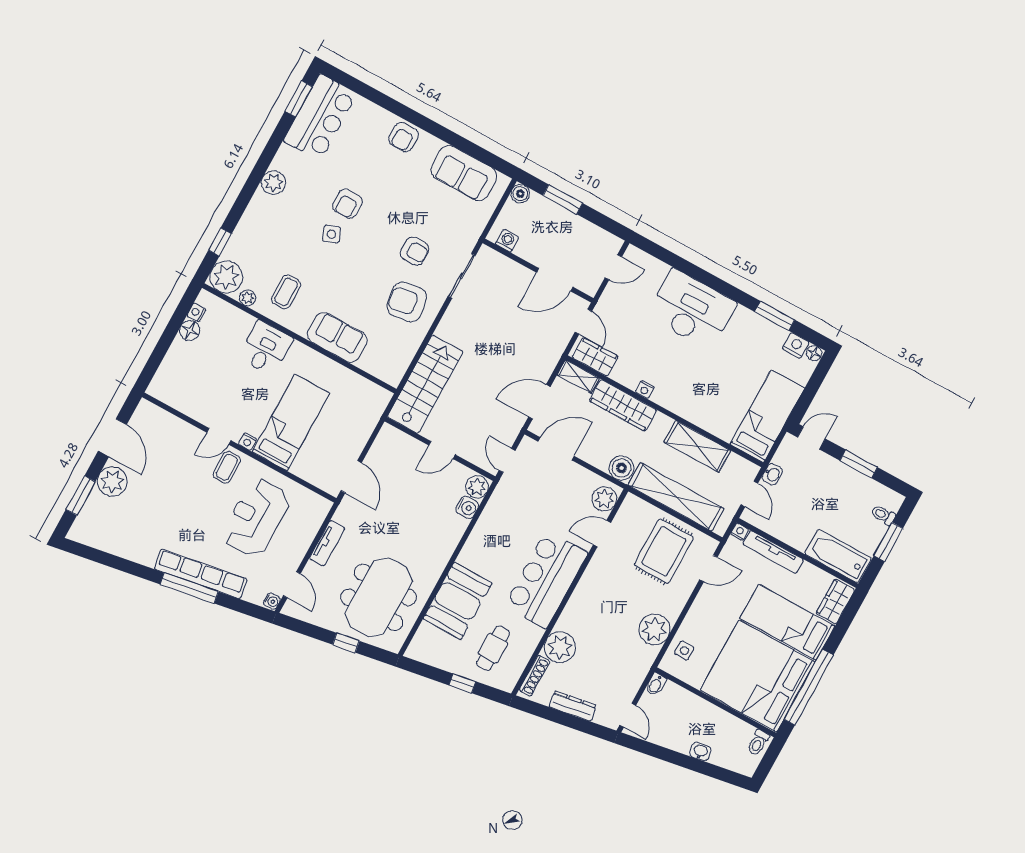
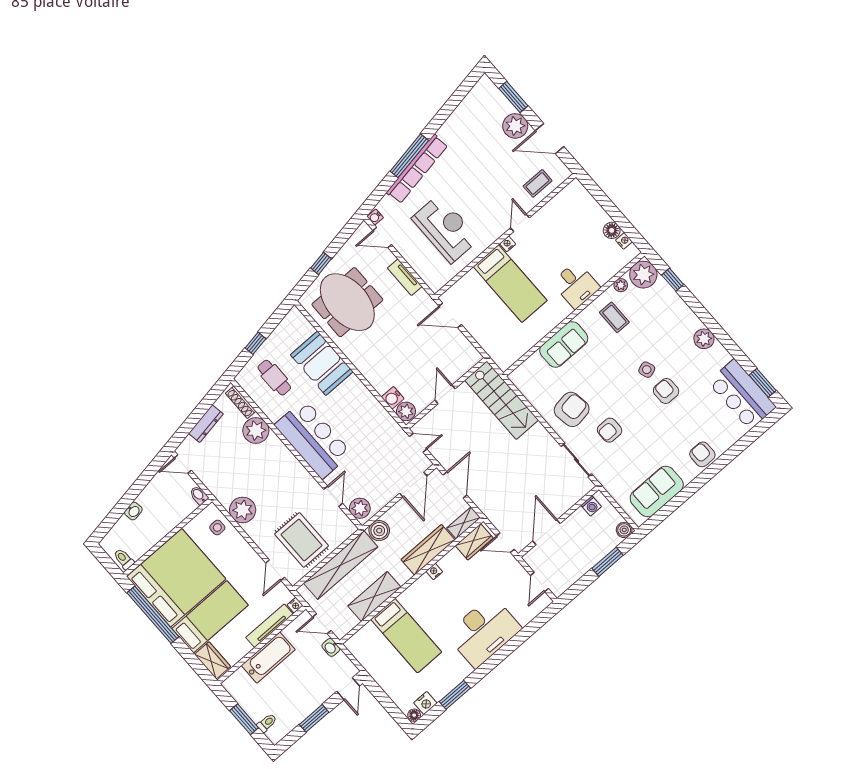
bed: (767, 416) -> (406, 636), moved
coffee table: (227, 467) -> (538, 183), moved, turned 90
bathtub: (838, 556) -> (268, 658), moved

